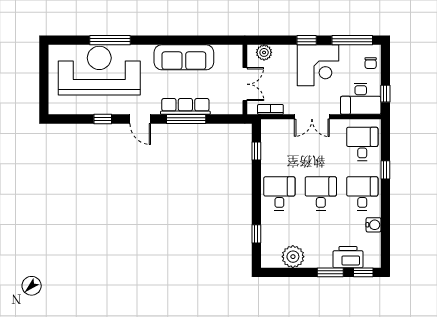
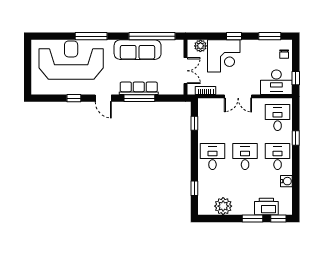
window: (110, 40) -> (91, 36), moved
window: (202, 40) -> (152, 36), added
window: (352, 40) -> (270, 36), width x0.69
corner desk: (318, 65) -> (224, 56), moved

